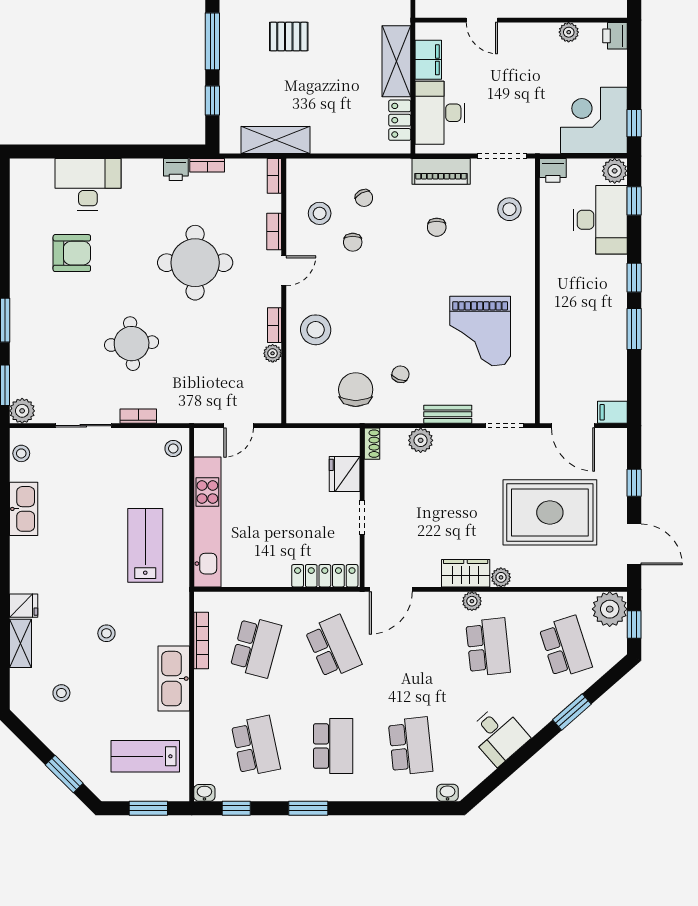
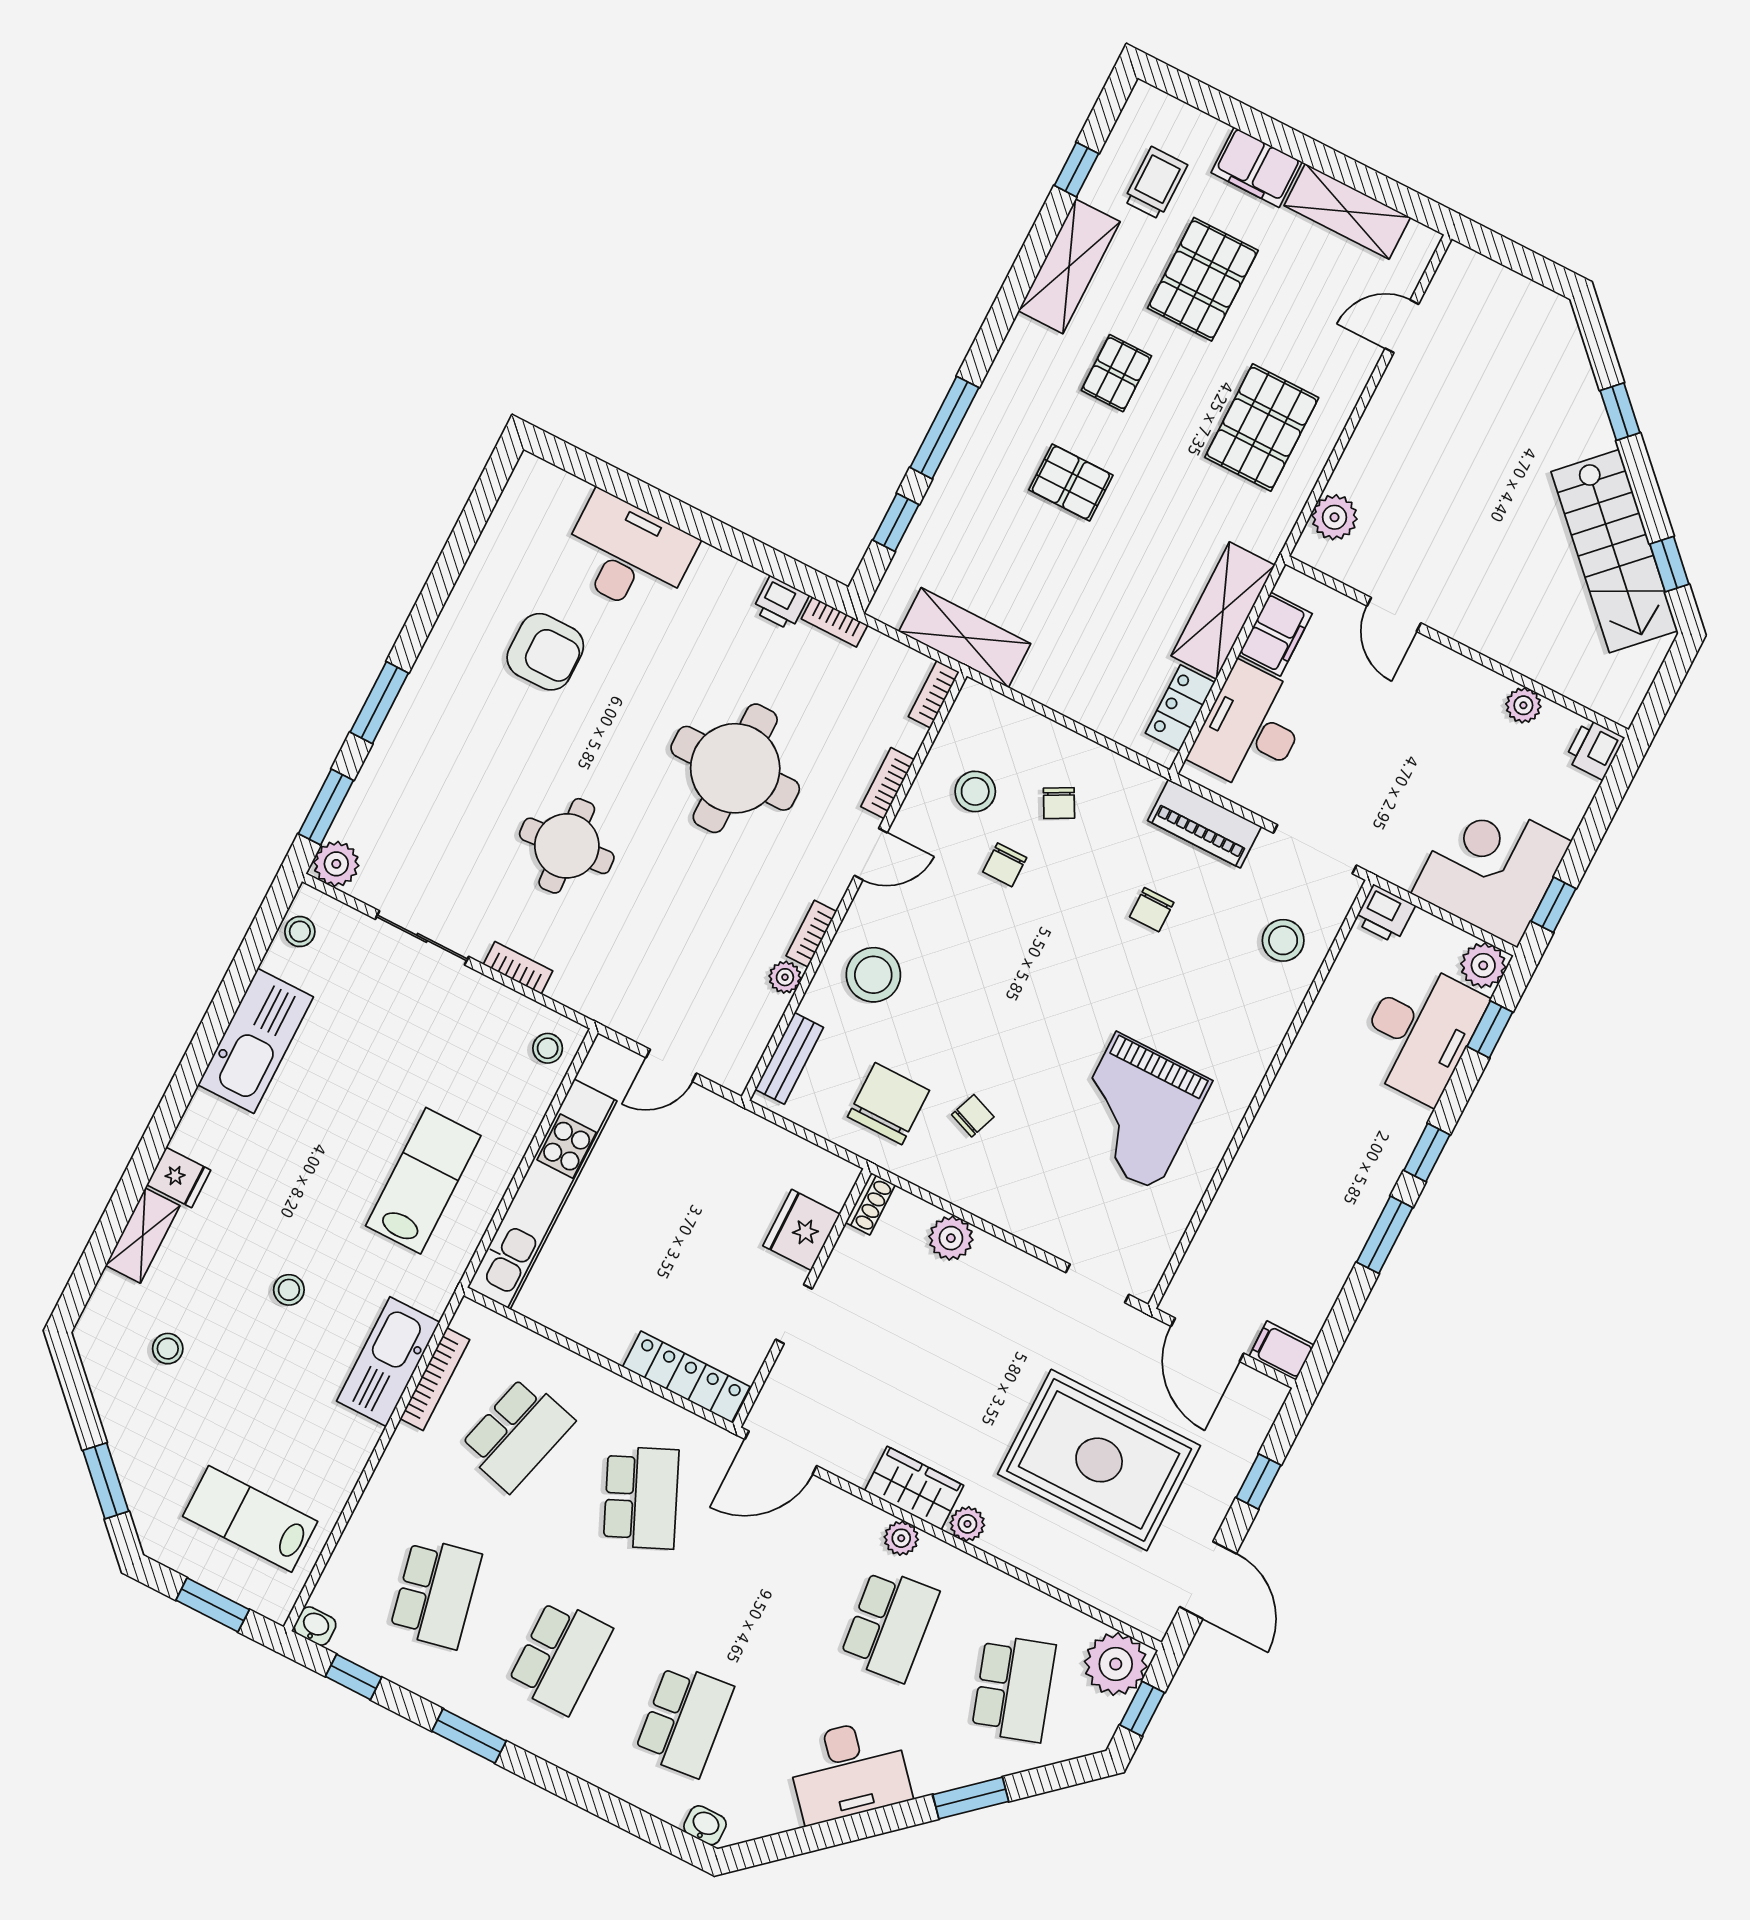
bench: (448, 414) -> (789, 1058), moved, turned 90
kitchen sink: (24, 509) -> (256, 1041), width x1.36, depth x1.24
kitchen sink: (174, 679) -> (388, 1362), moved
desk: (498, 735) -> (849, 1771), width x1.37

